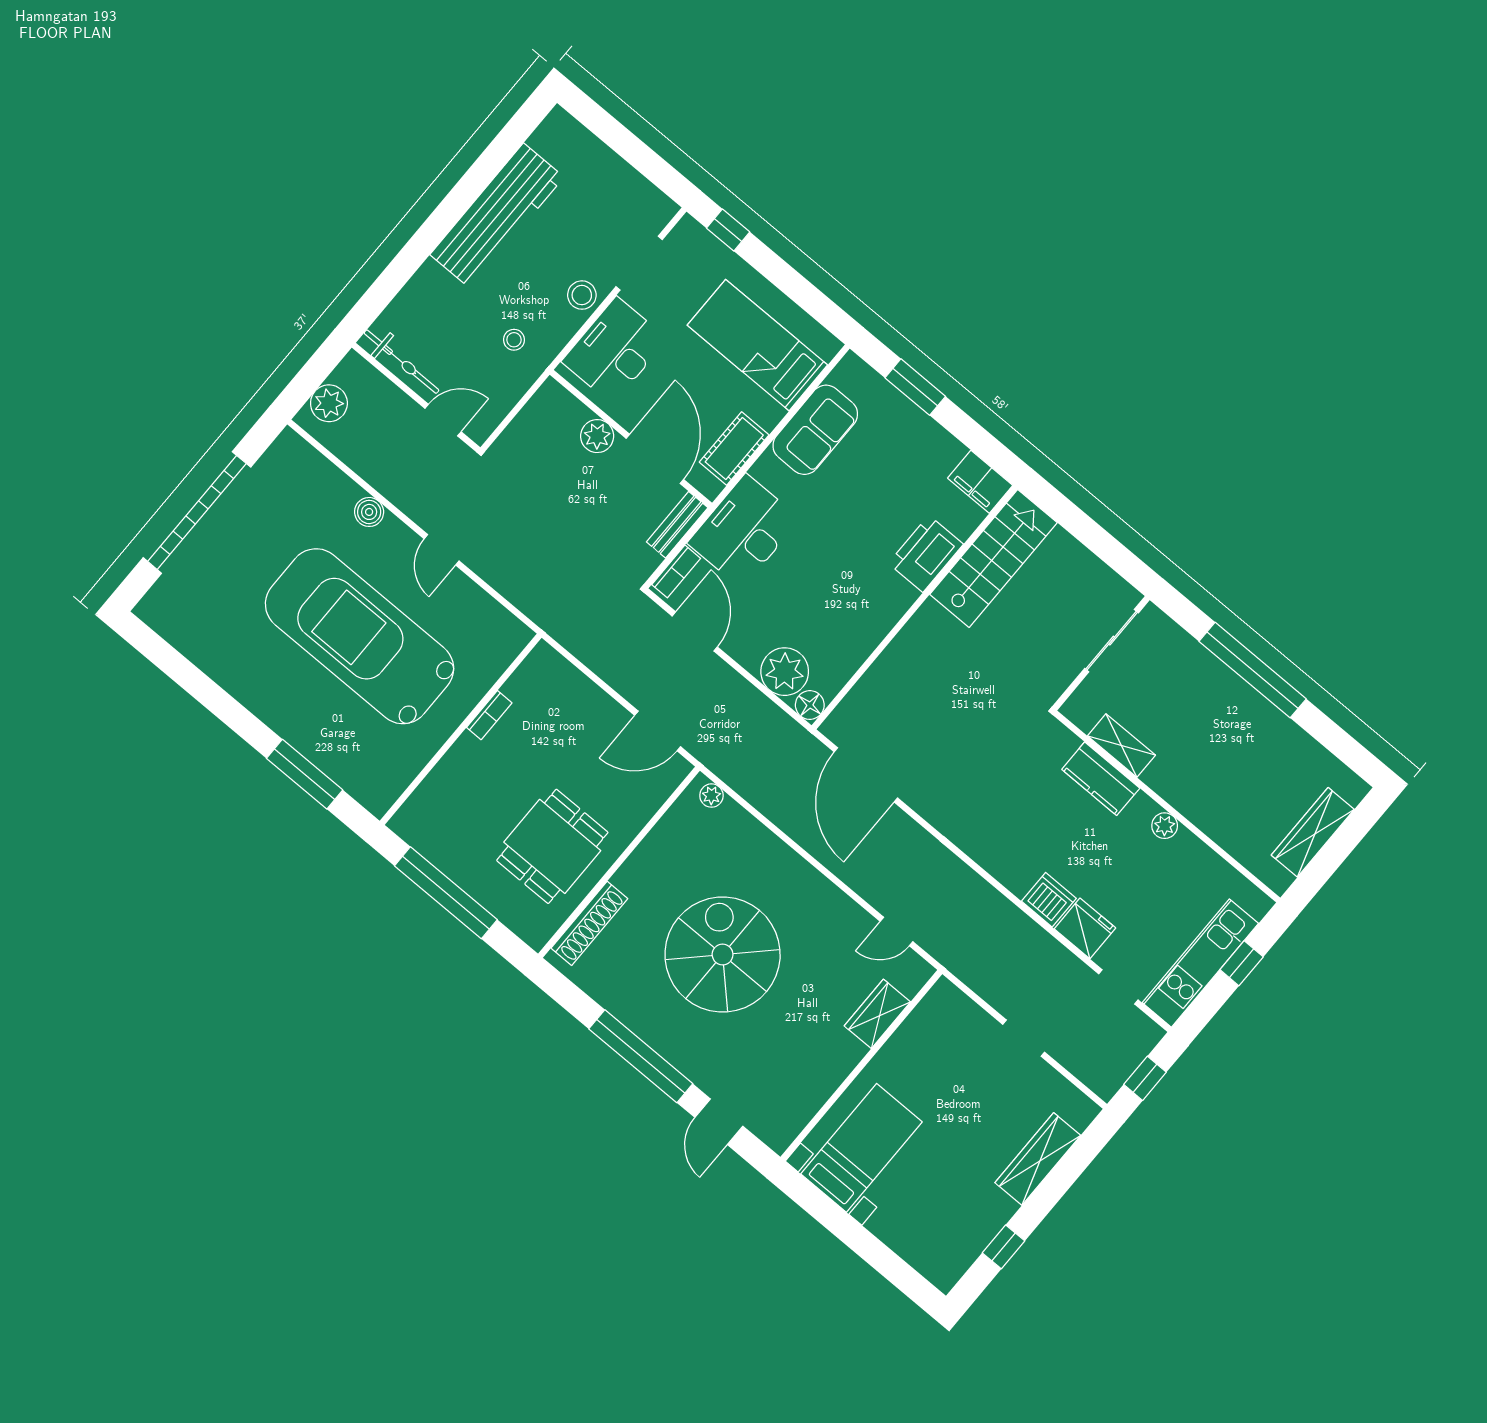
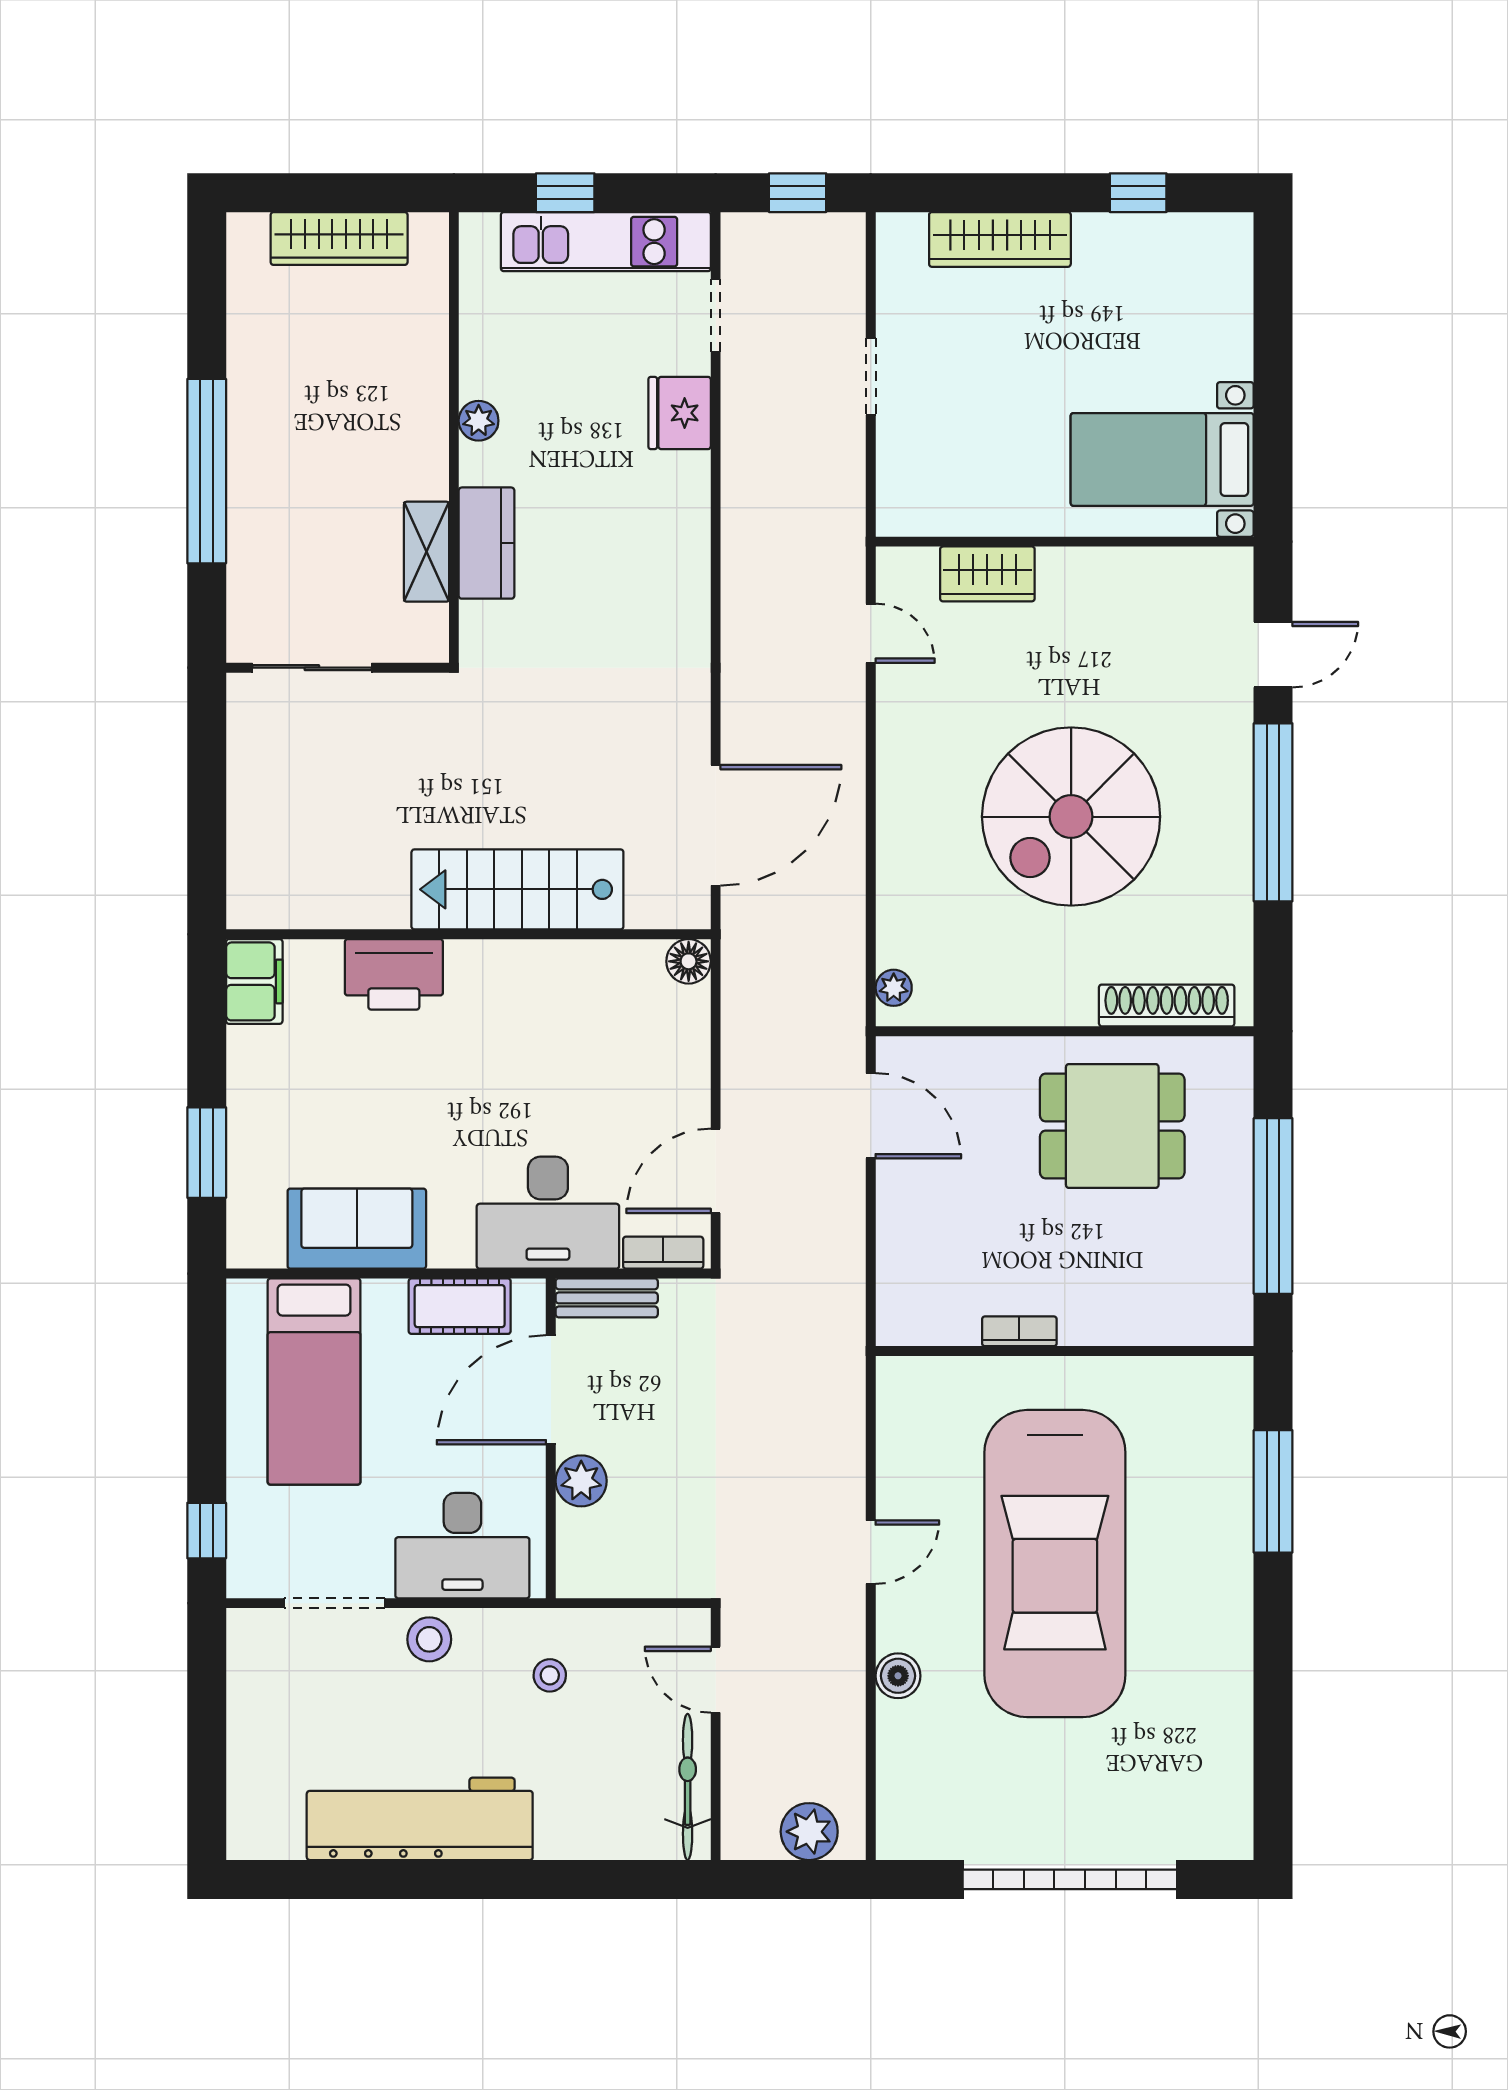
stairs: (993, 558) -> (517, 889), moved
plant: (785, 672) -> (674, 1024), removed
dishwasher: (1049, 900) -> (682, 484), removed

